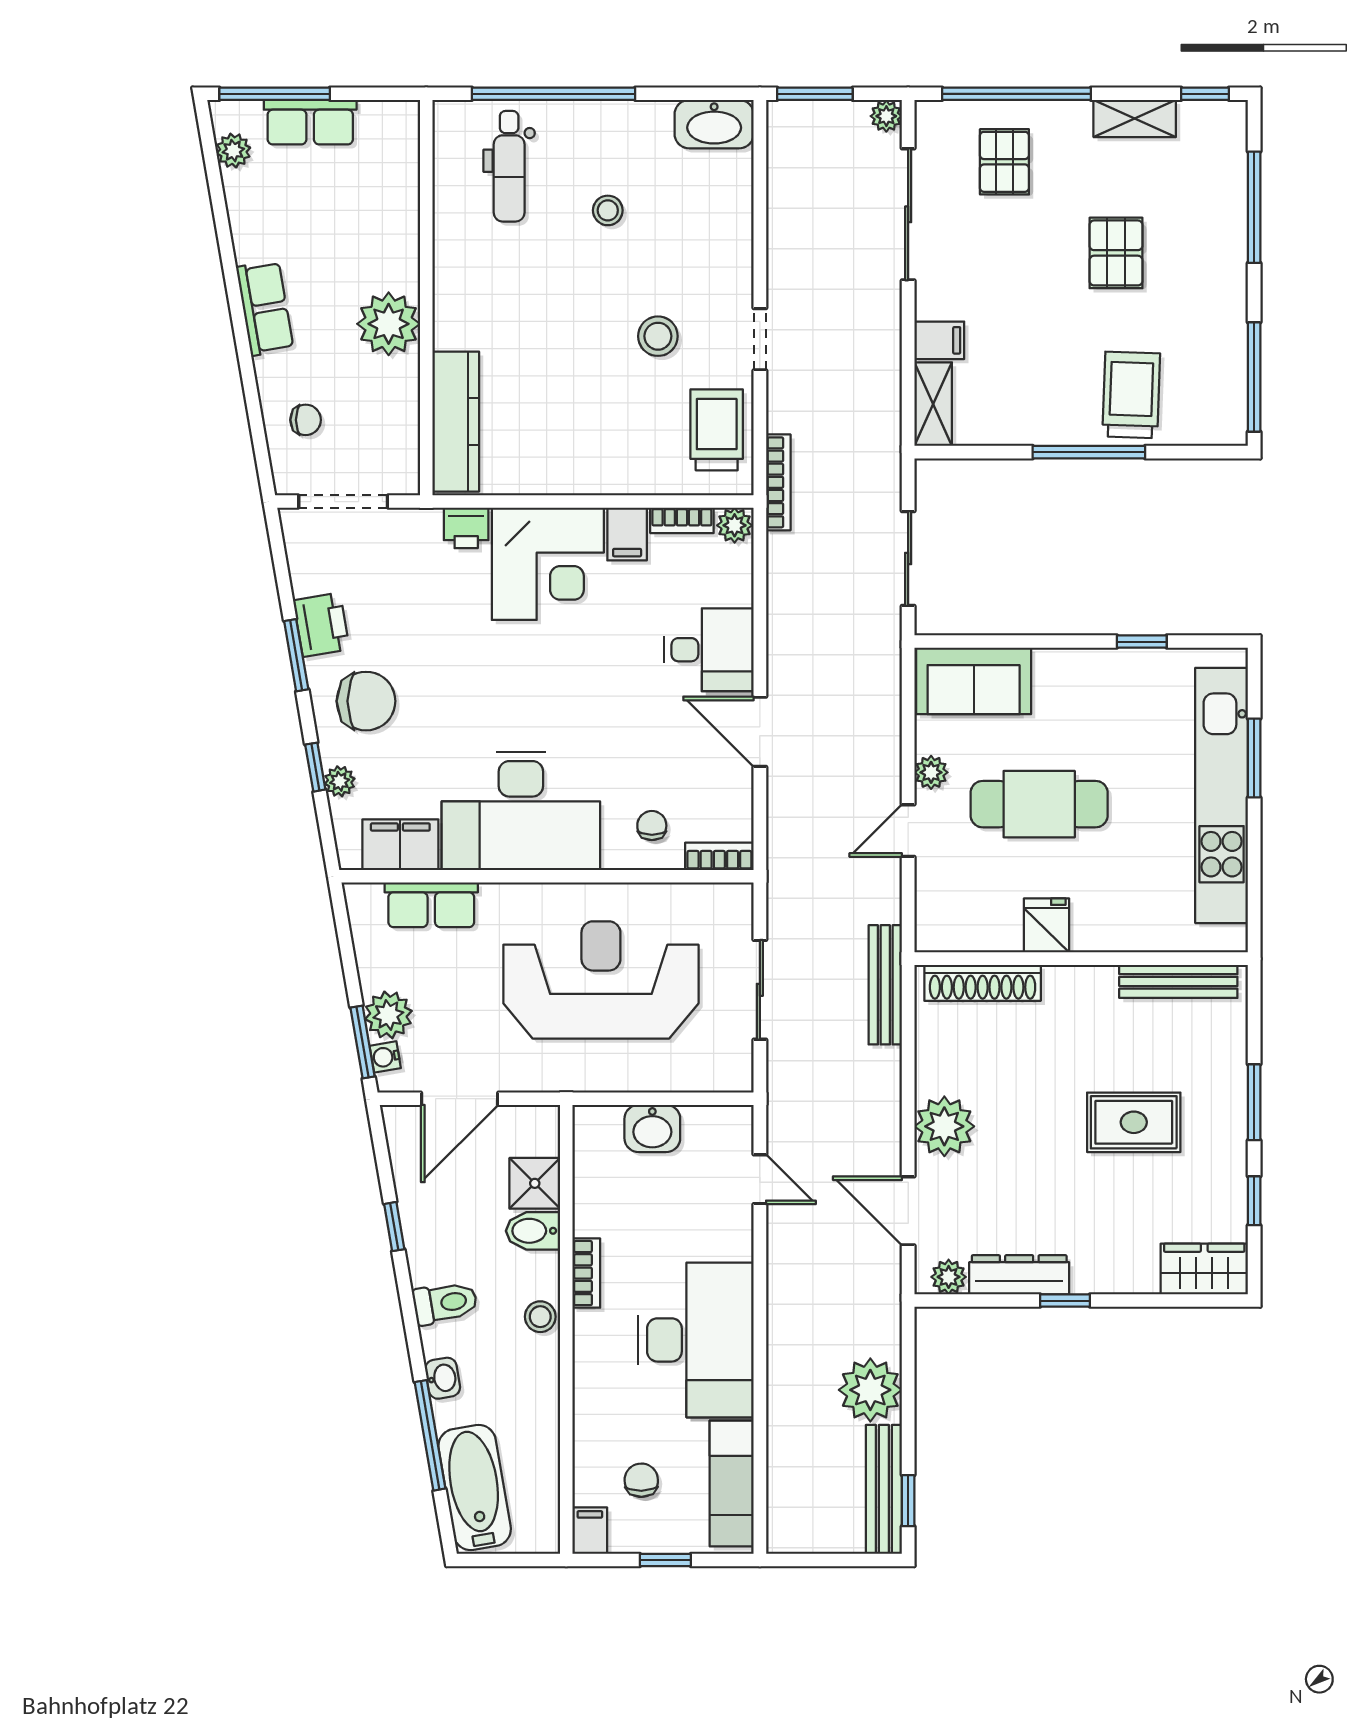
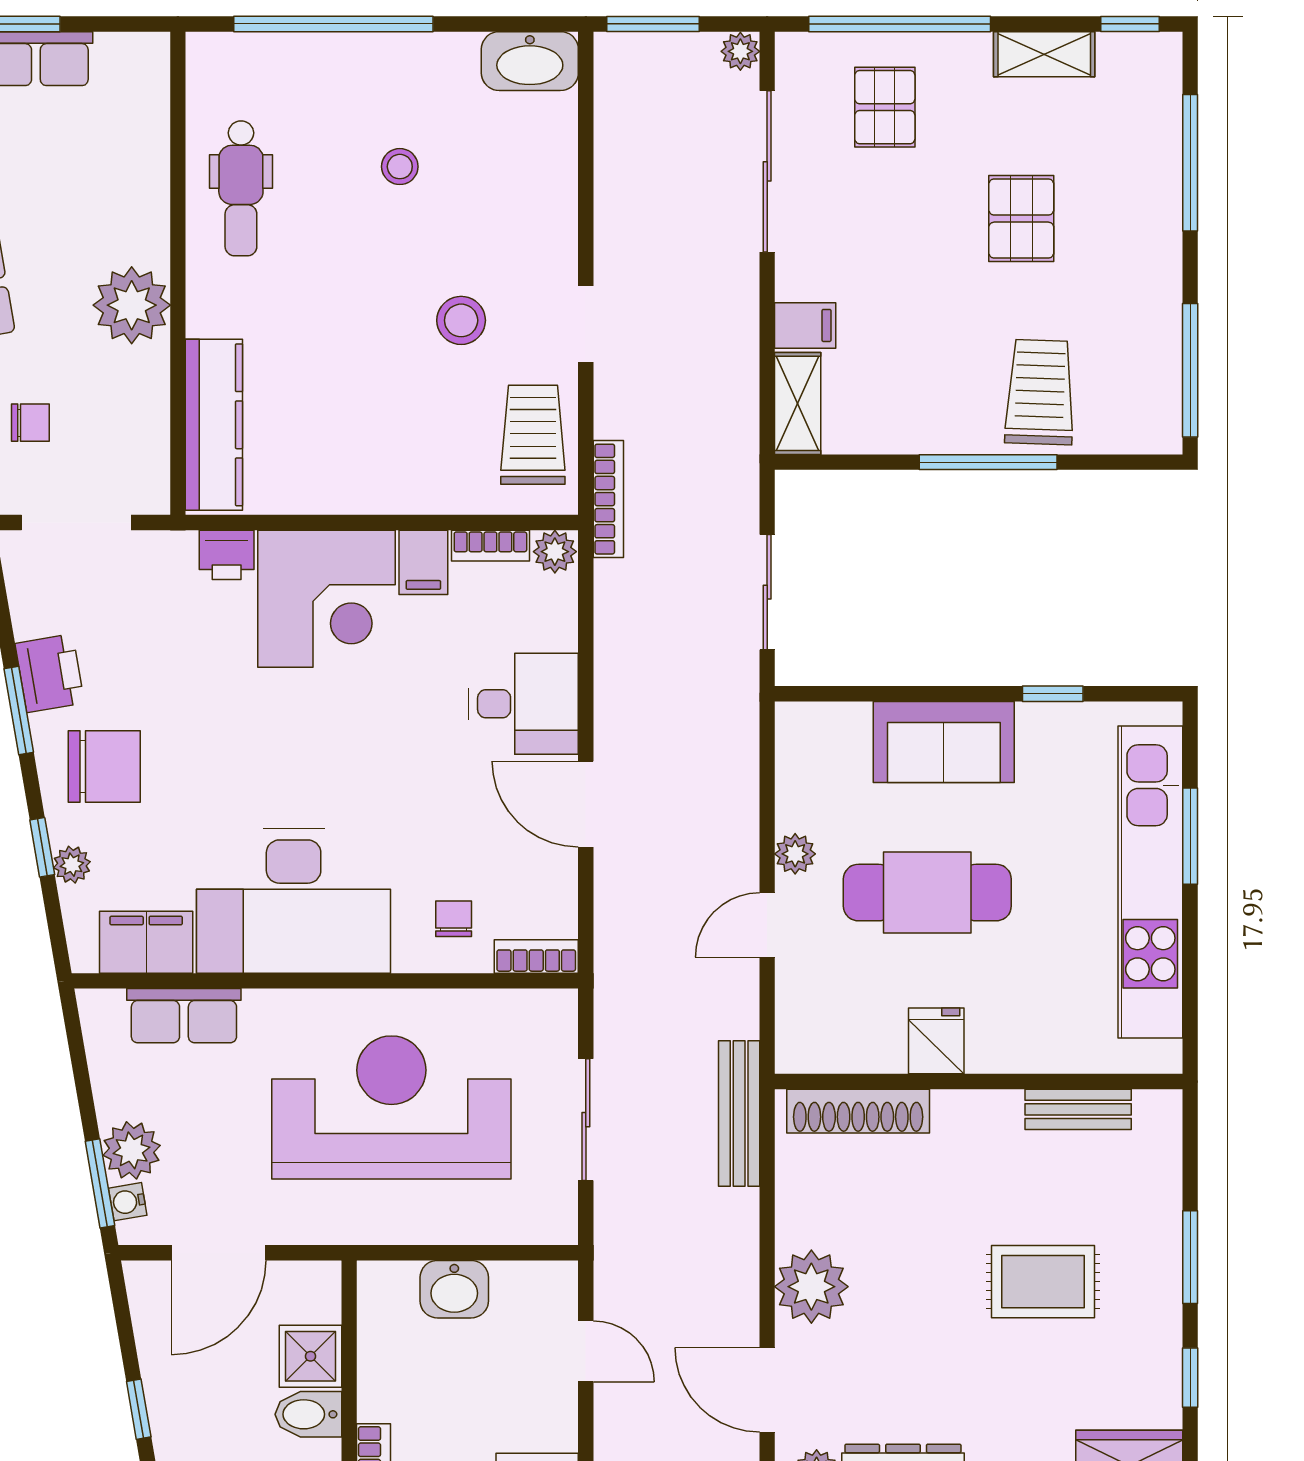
dental chair: (509, 166) -> (241, 188), moved
sofa: (974, 681) -> (944, 742), moved
bench: (1178, 981) -> (1078, 1109), width x0.73

